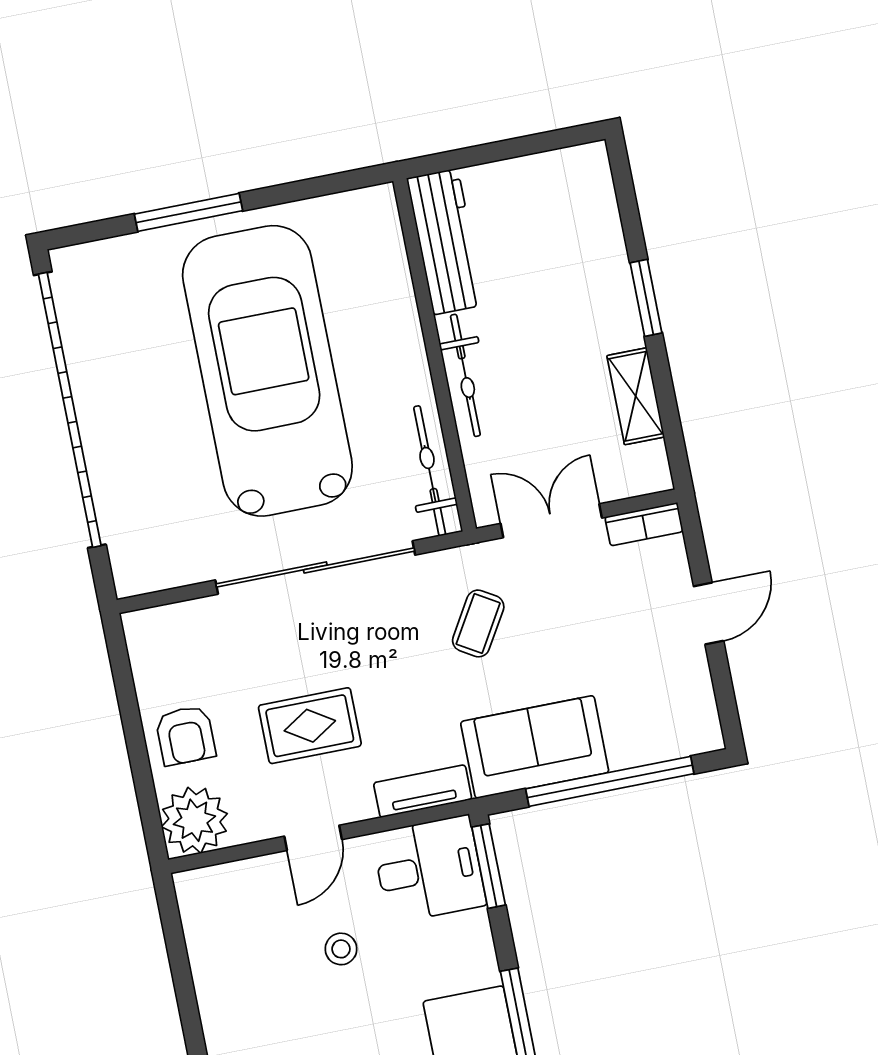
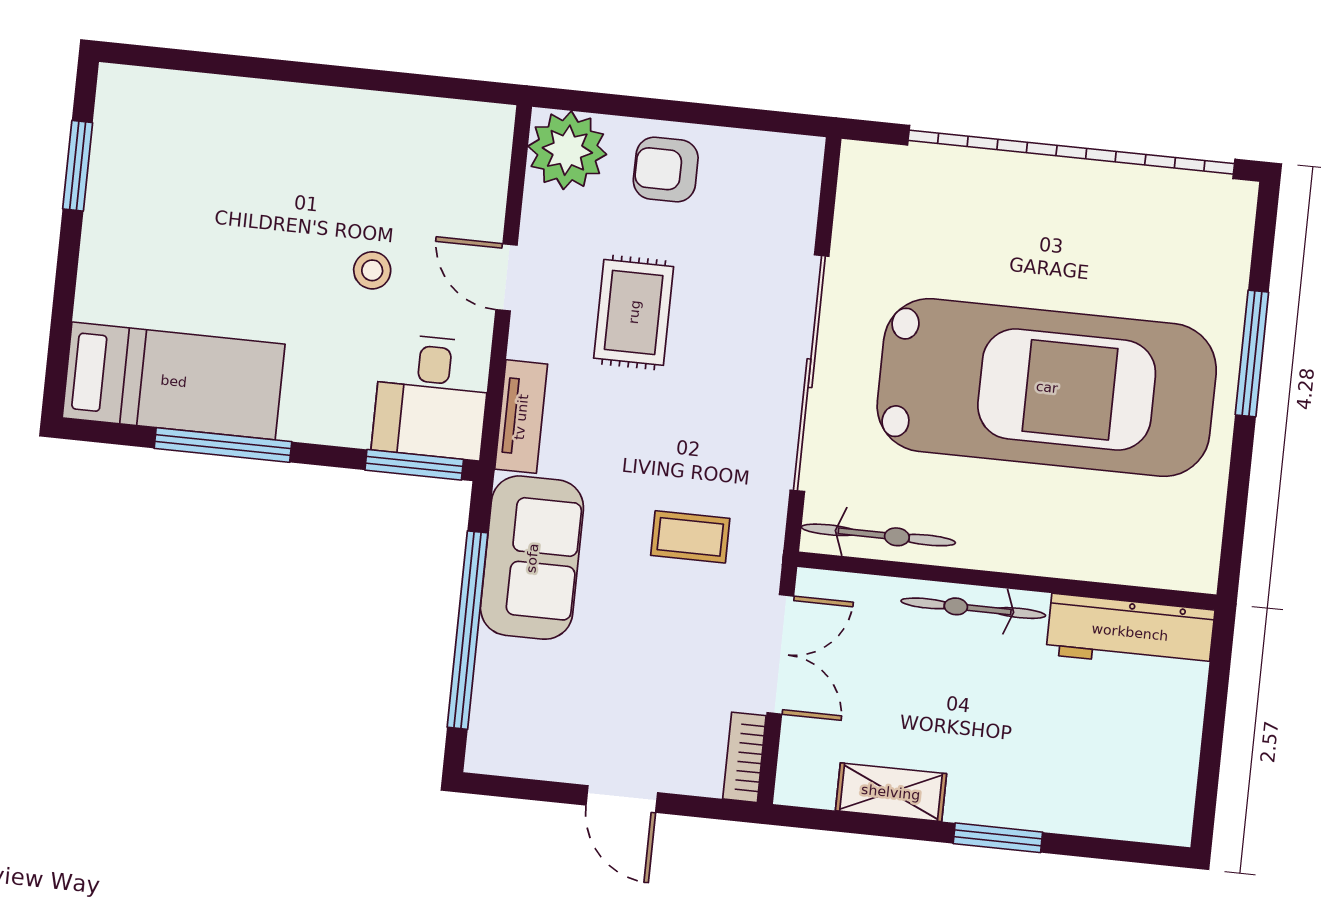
coffee table: (478, 623) -> (690, 537), turned -31

